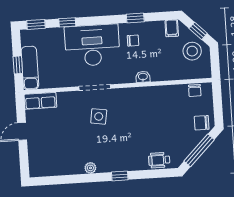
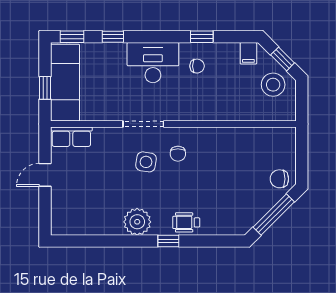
desk: (92, 45) -> (153, 63), width x0.73, depth x0.77
exam couch: (30, 68) -> (65, 83), width x1.36, depth x1.45
washbasin: (143, 77) -> (207, 114), removed
chair: (195, 90) -> (178, 154), moved
wheelchair: (159, 160) -> (186, 222), moved
plant: (90, 168) -> (137, 222), width x1.88, depth x1.88

